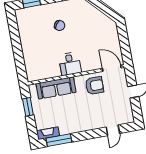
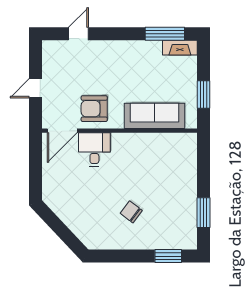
window: (14, 33) -> (204, 213), added
desk: (70, 64) -> (94, 149), moved
door: (112, 68) -> (62, 131), hinge flipped

